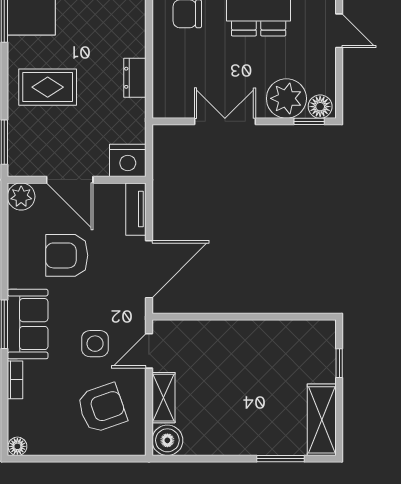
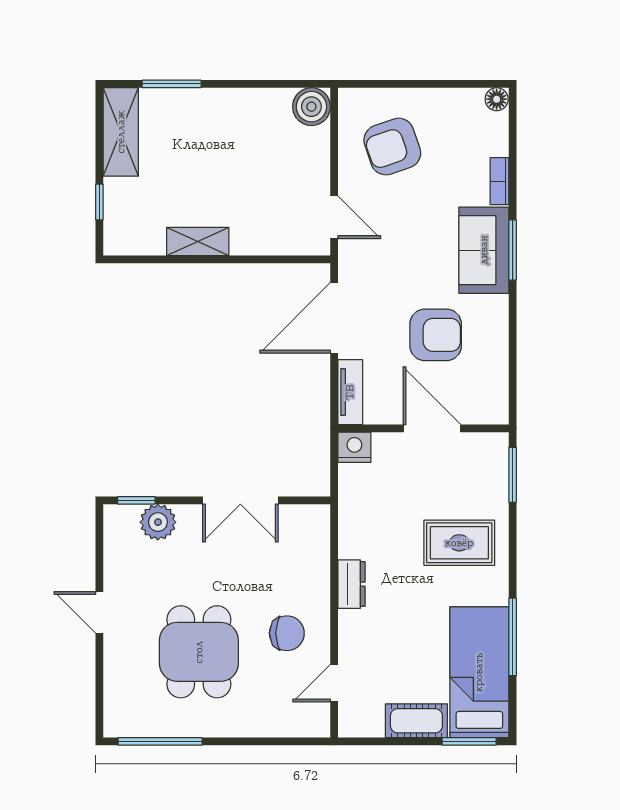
dresser: (135, 78) -> (352, 584), moved
plant: (286, 98) -> (158, 522), width x0.73, depth x0.73
floor lamp: (320, 107) -> (123, 519), removed
nightstand: (128, 160) -> (354, 447), width x0.74, depth x0.75
plant: (21, 196) -> (492, 408), removed
side table: (95, 344) -> (401, 226), removed
door: (149, 351) -> (334, 217), hinge flipped
shelving: (163, 398) -> (198, 241), moved, turned 90

